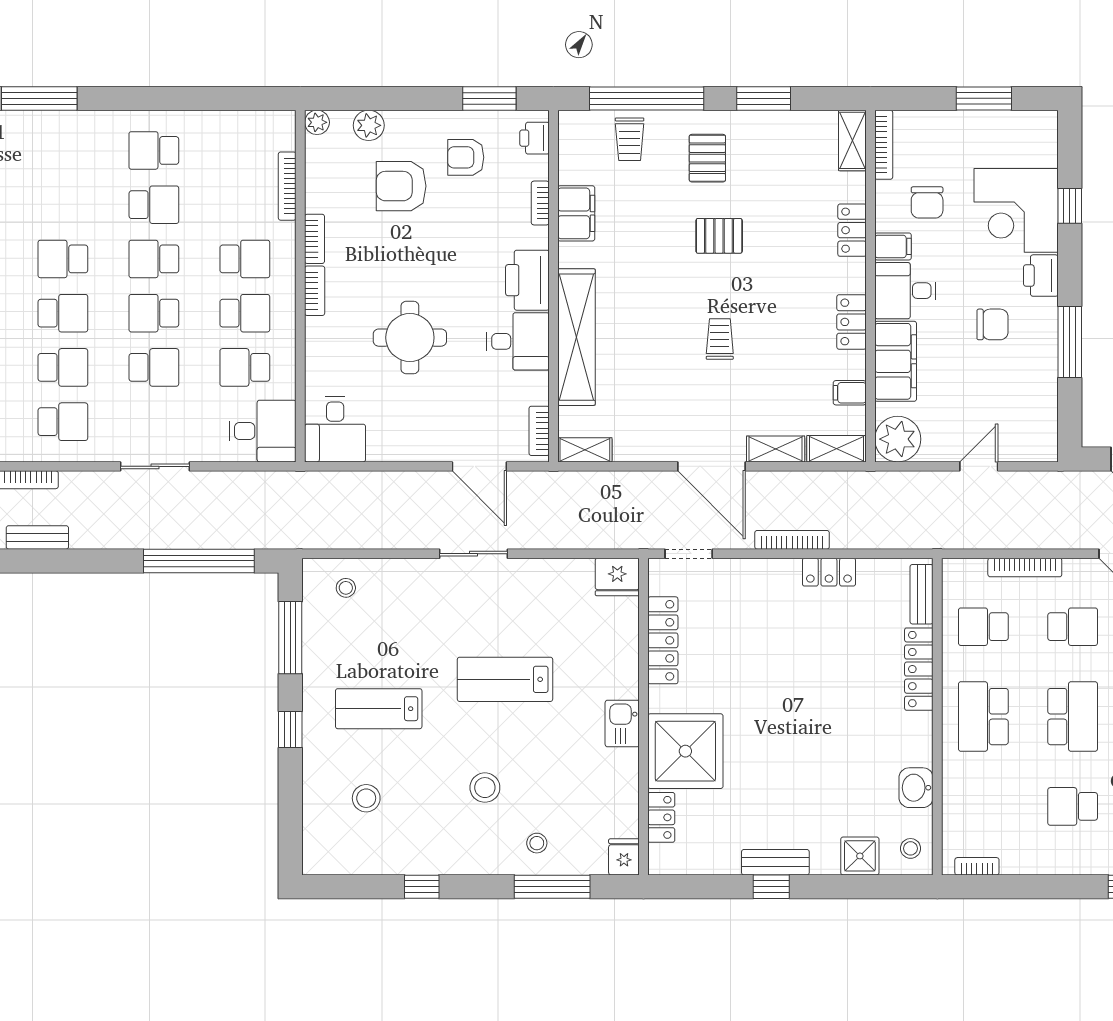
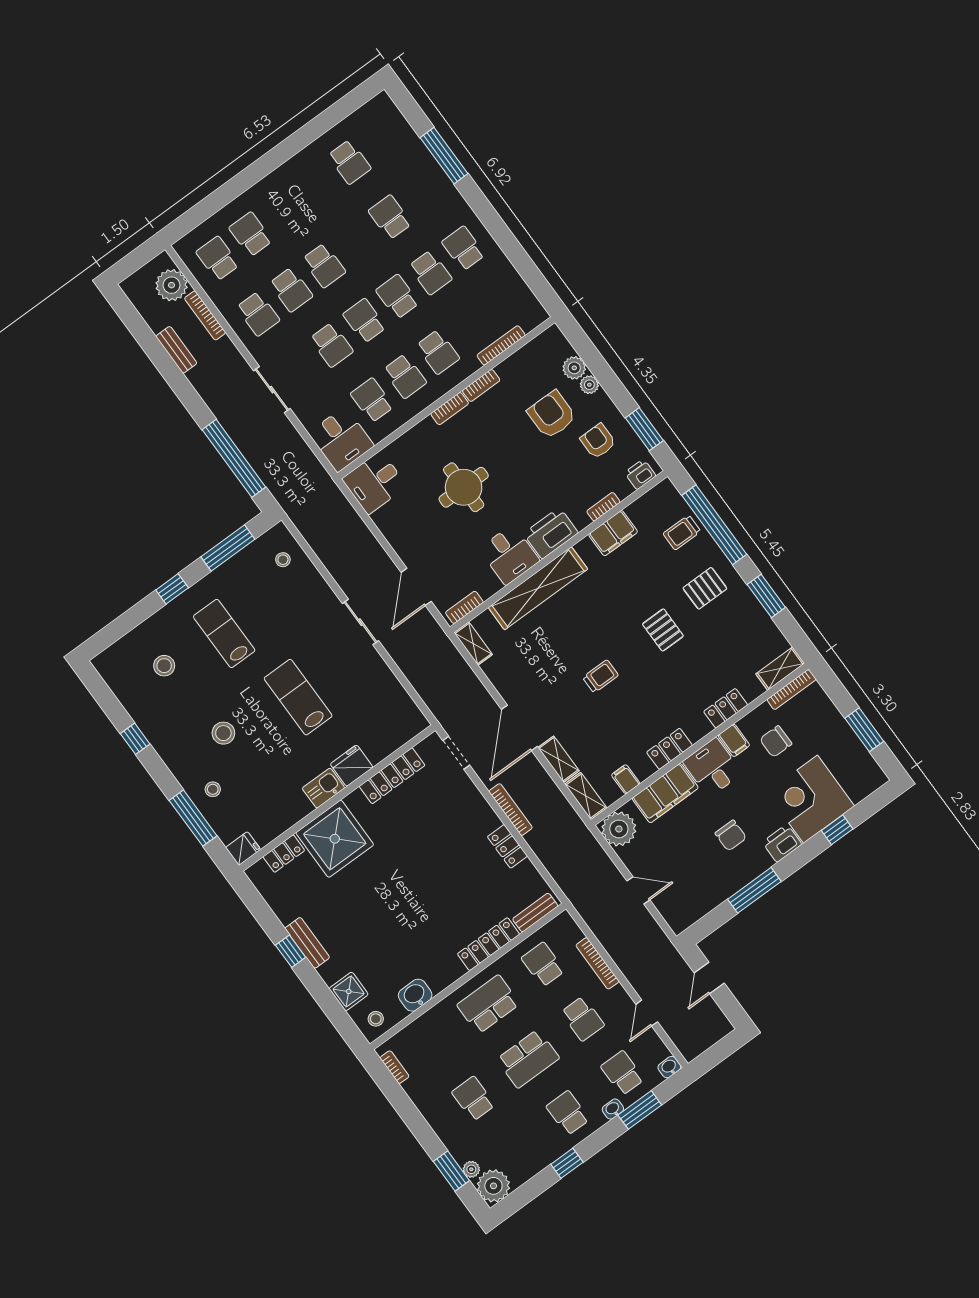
plant: (317, 122) -> (589, 385), moved
school desk: (63, 259) -> (390, 217), moved
fridge: (617, 577) -> (352, 766), moved, turned 90

